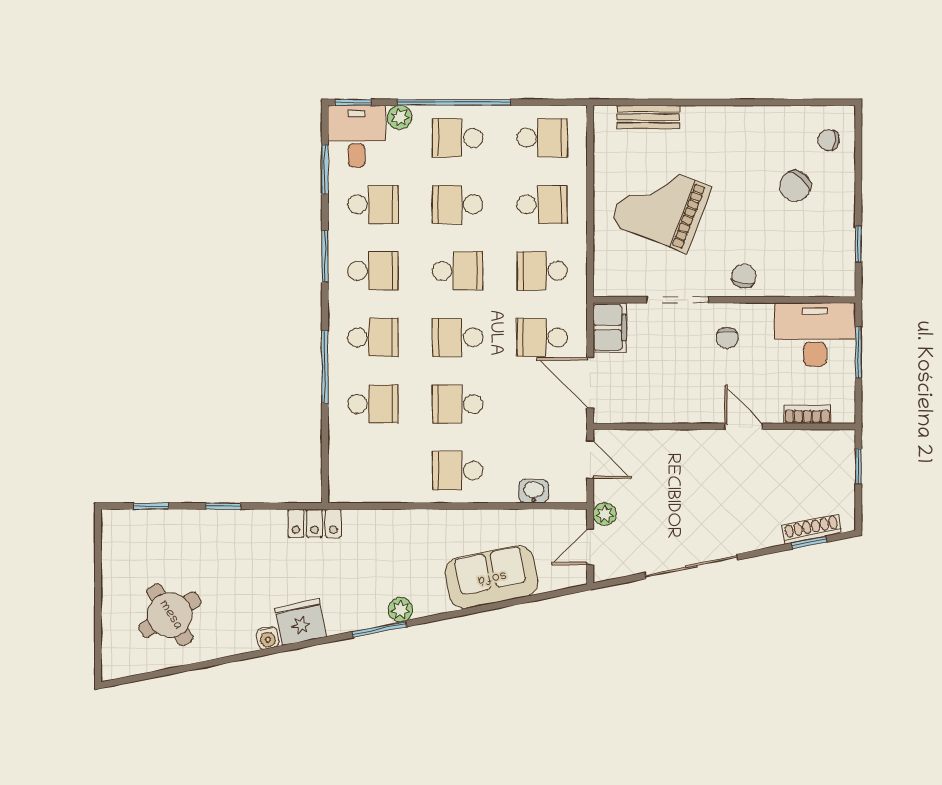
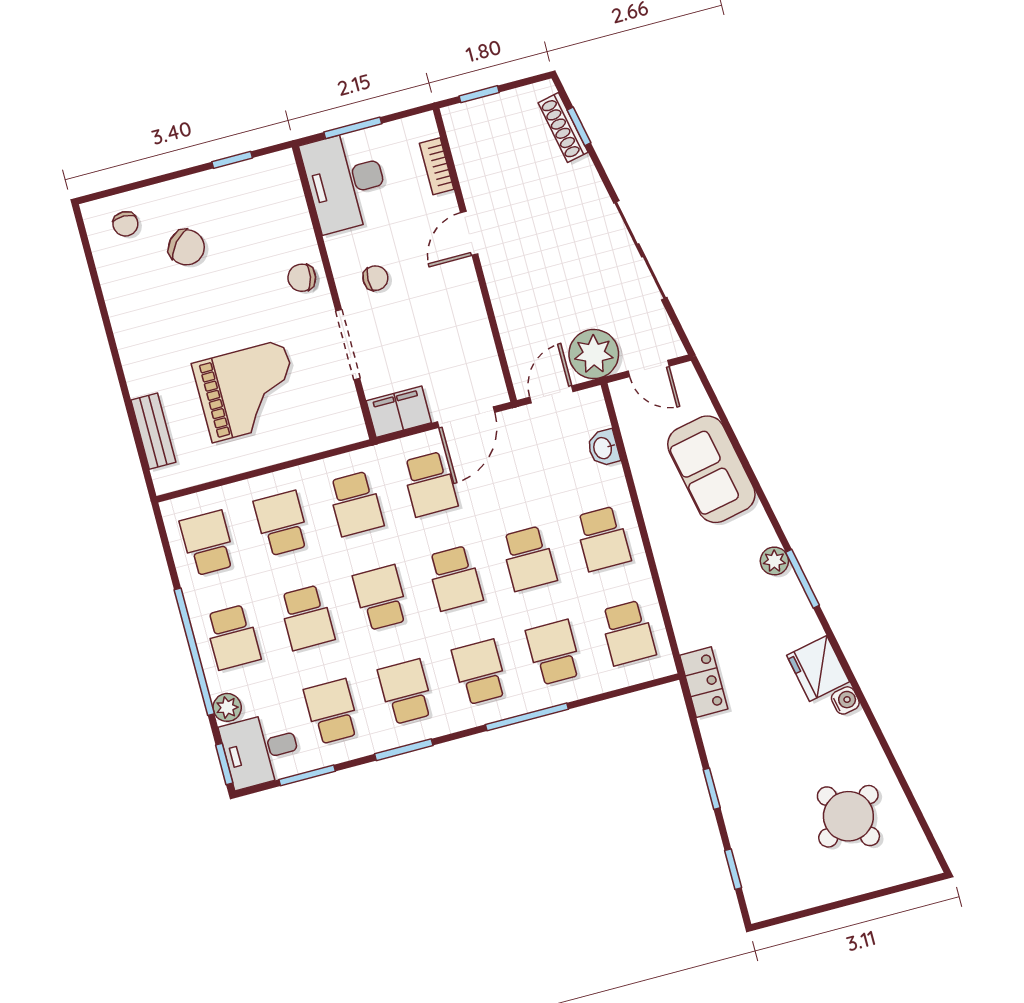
grand piano: (661, 205) -> (248, 391), turned -111
school desk: (373, 471) -> (628, 633), added
plant: (605, 514) -> (594, 354), width x1.88, depth x1.88

